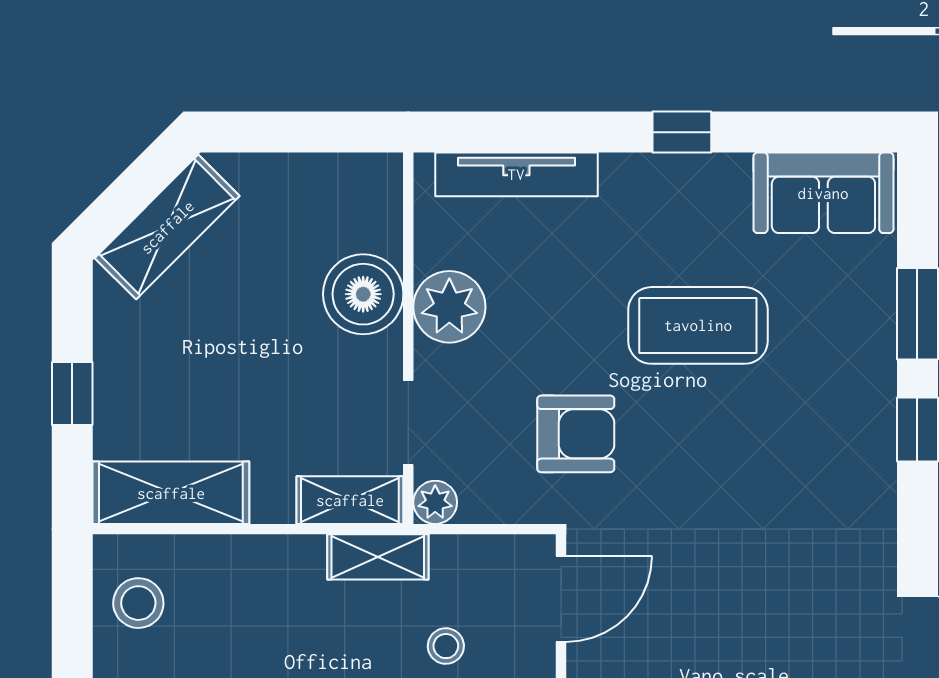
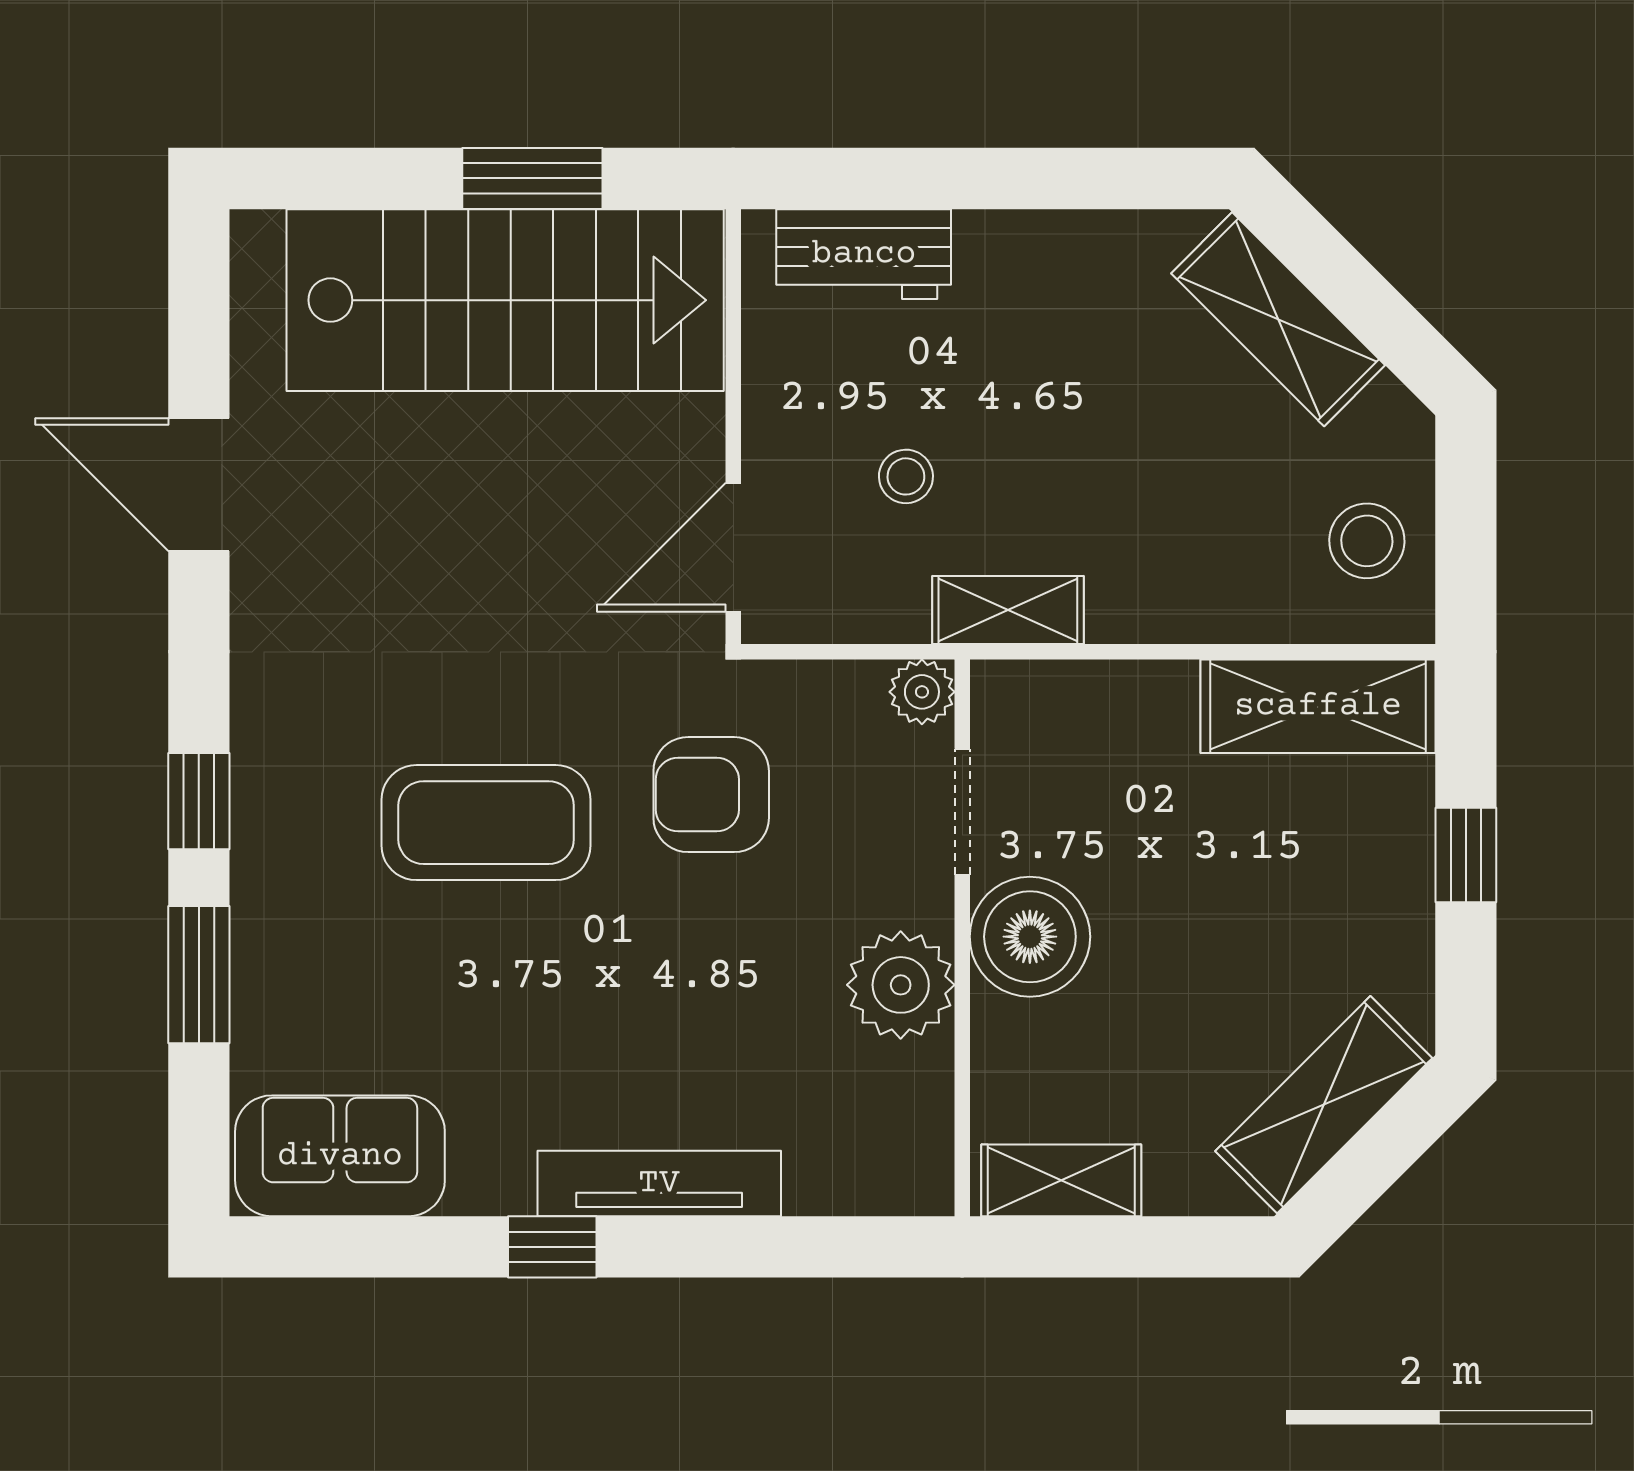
tv unit: (516, 174) -> (659, 1183), moved
boiler: (363, 294) -> (1030, 937), moved
coffee table: (698, 325) -> (486, 823), moved
shelving: (350, 500) -> (1061, 1180), moved

